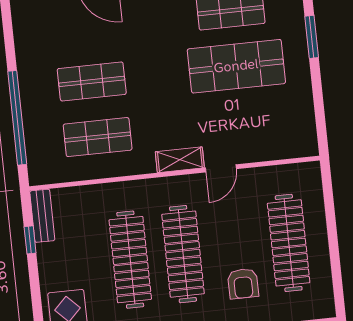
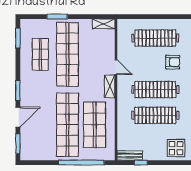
shop shelf: (236, 66) -> (67, 54), width x1.40
shop shelf: (92, 81) -> (67, 125), width x2.00, depth x1.36
shelving: (307, 134) -> (104, 24), added
shop shelf: (98, 137) -> (95, 125), width x1.43, depth x1.36

